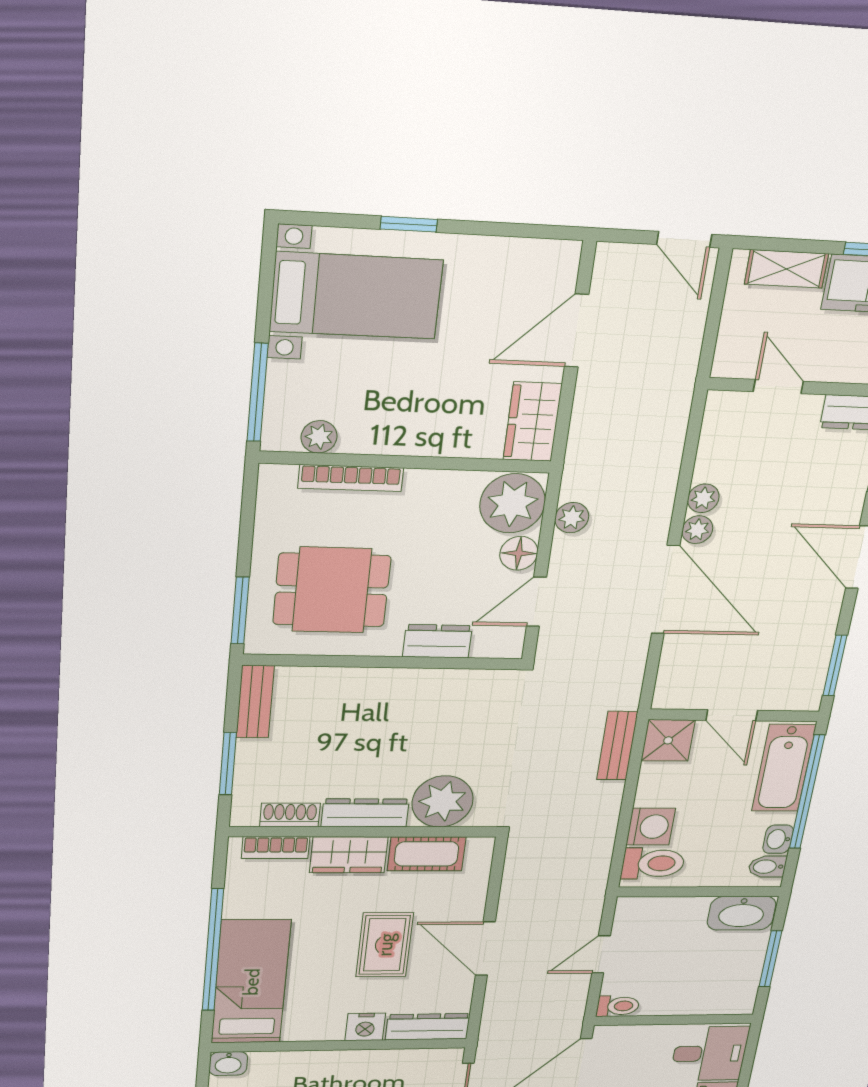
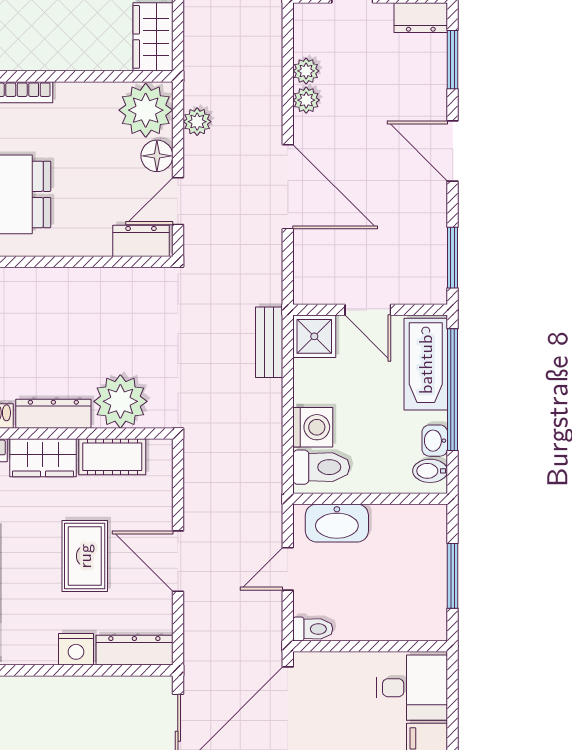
plant: (697, 530) -> (306, 71), moved
dresser: (437, 641) -> (141, 241), moved
washbasin: (742, 913) -> (337, 523), moved

